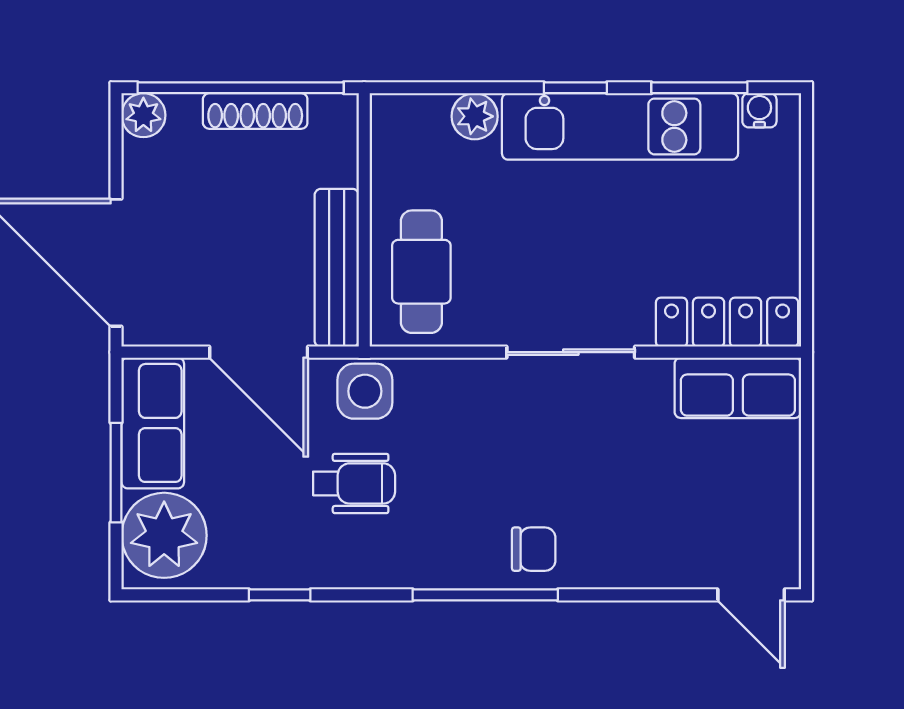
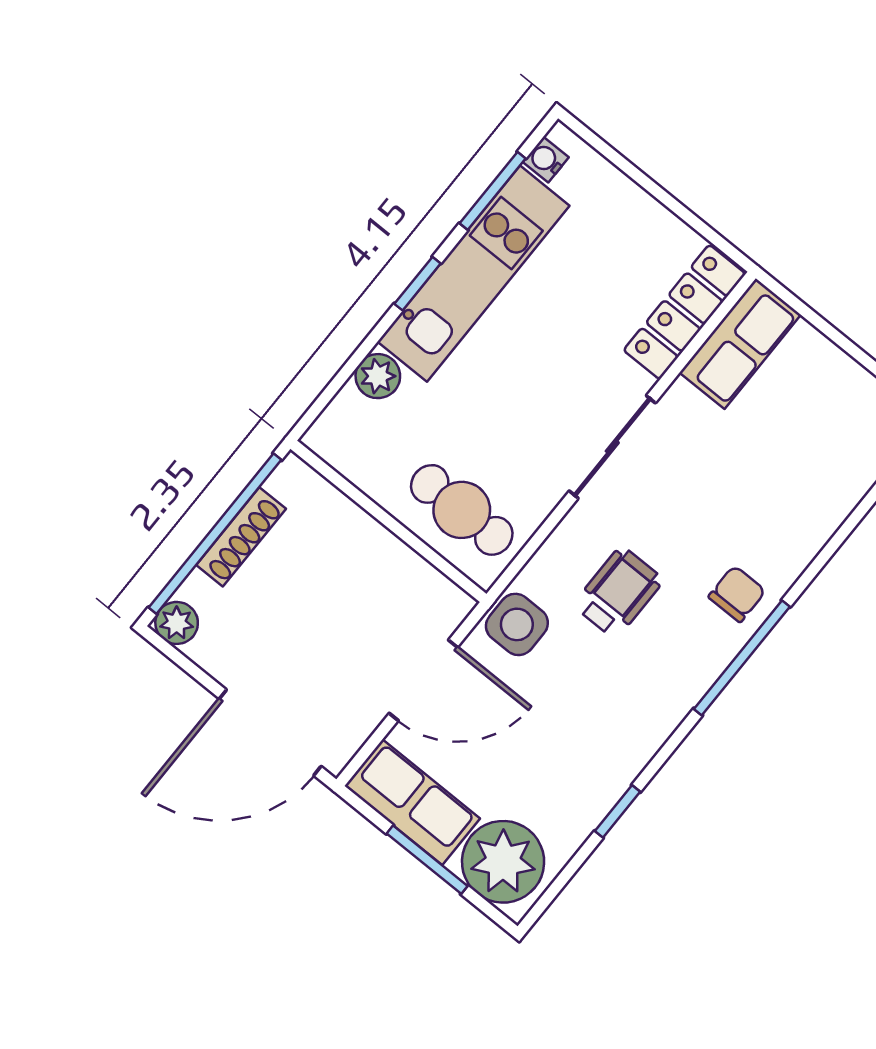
bench: (337, 268) -> (408, 571), removed
wheelchair: (354, 483) -> (618, 592), moved

